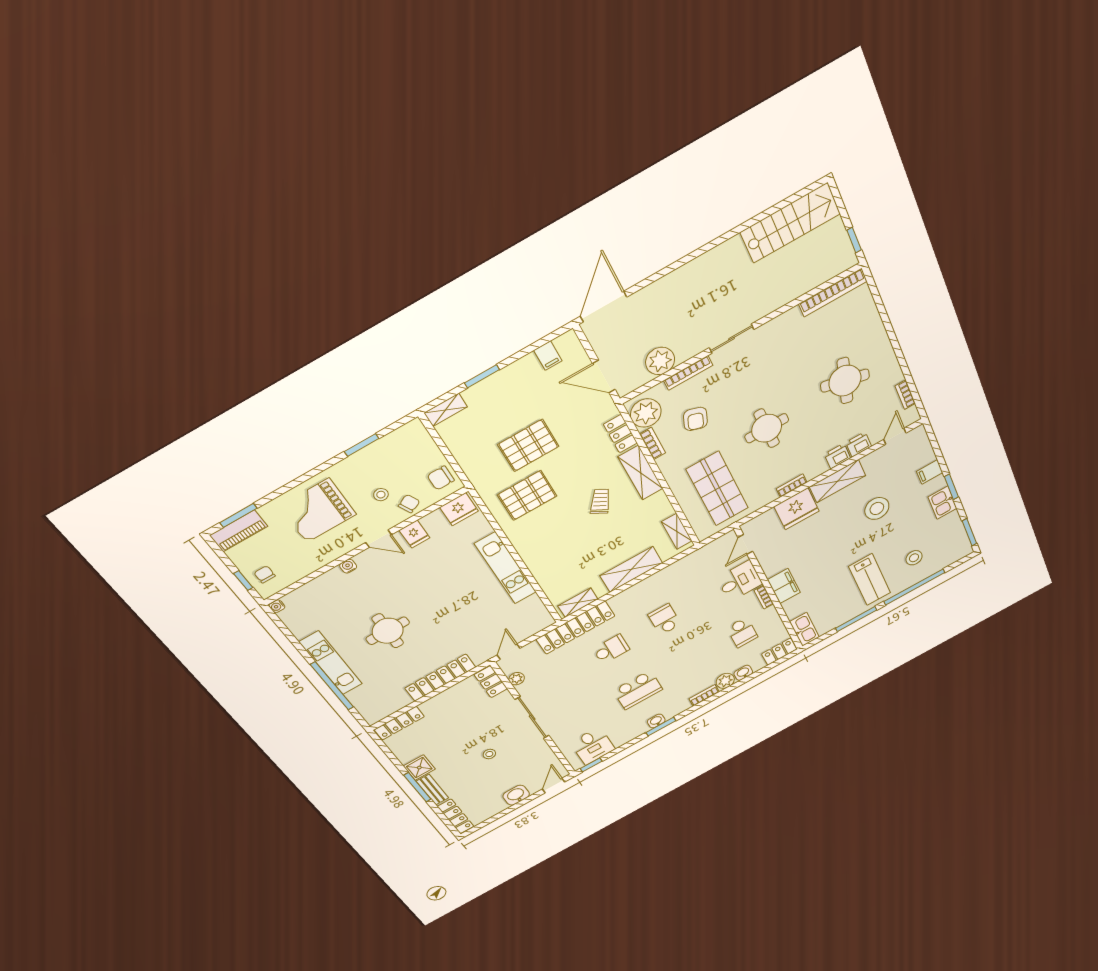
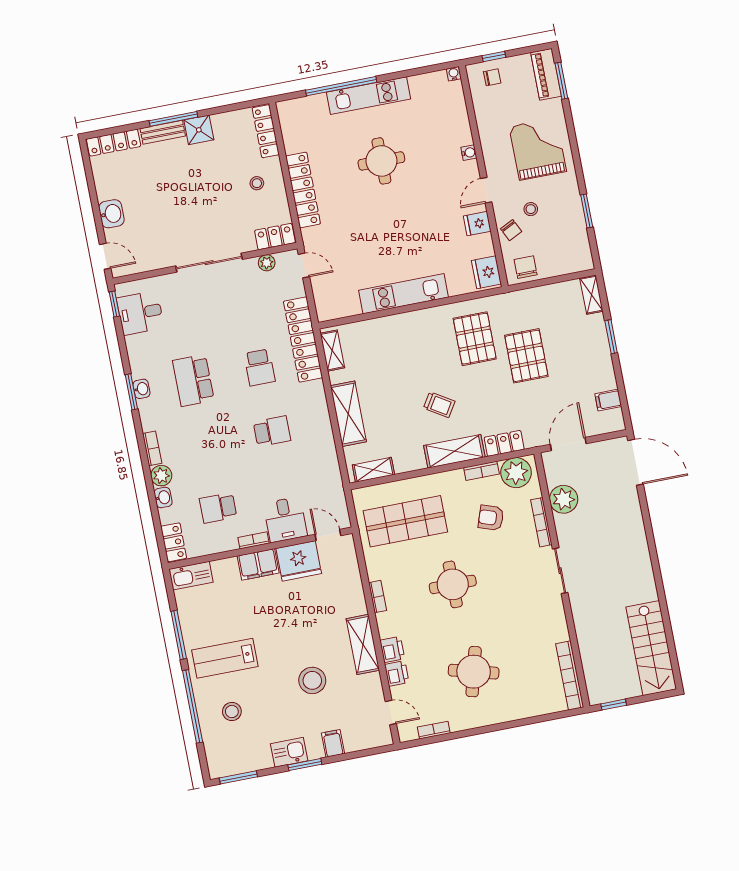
fridge: (797, 509) -> (299, 561), moved, turned -90
stool: (489, 754) -> (257, 183), moved

